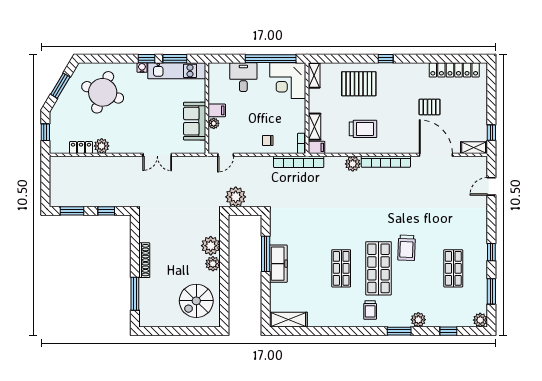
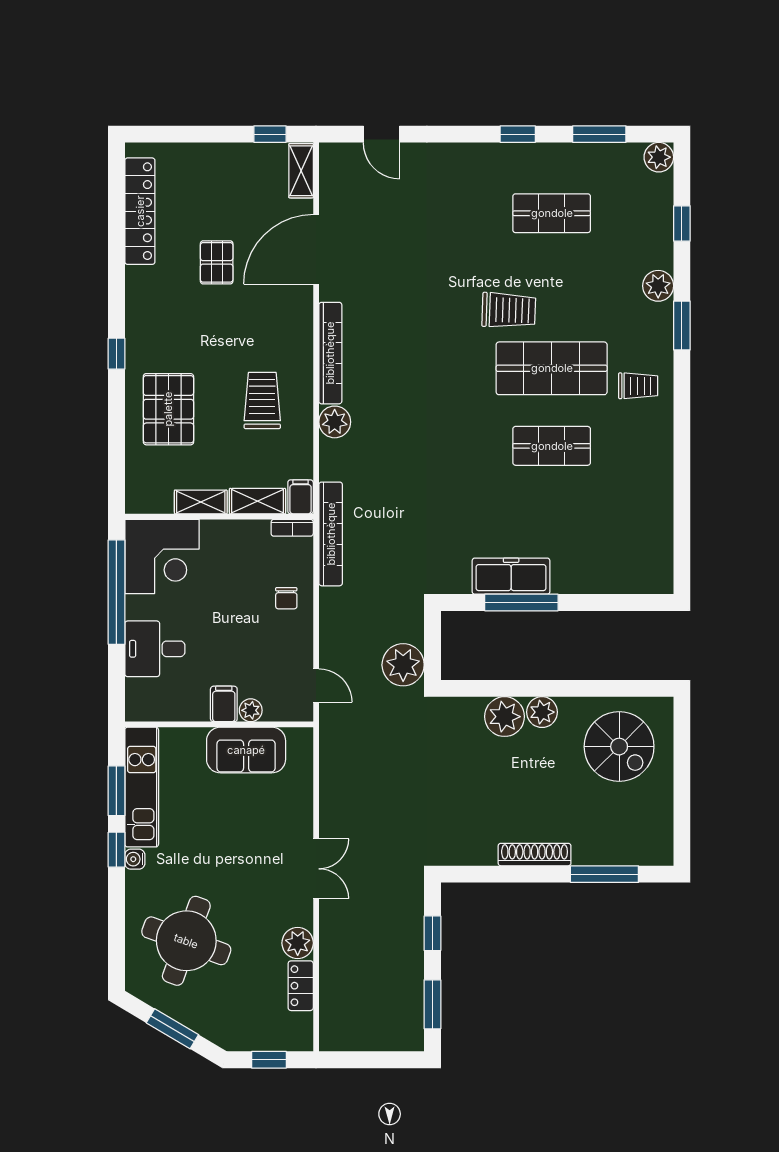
shelving: (314, 75) -> (201, 502), moved
double door: (157, 155) -> (316, 869), moved
freezer: (278, 264) -> (511, 576), moved
shelving: (288, 320) -> (658, 555), removed

